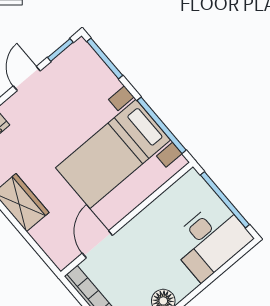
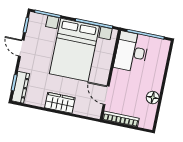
bed with nightstands: (113, 154) -> (74, 50), width x1.36
desk: (210, 240) -> (131, 52), moved, turned 180

